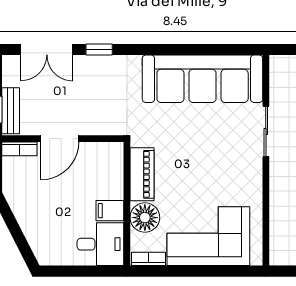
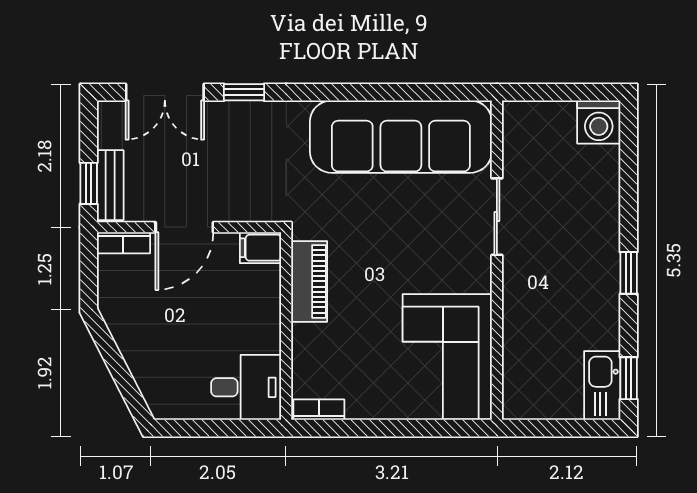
filing cabinet: (110, 211) -> (261, 248), moved
floor lamp: (145, 218) -> (314, 347), removed
corner sofa: (208, 236) -> (447, 357), moved, turned -90

